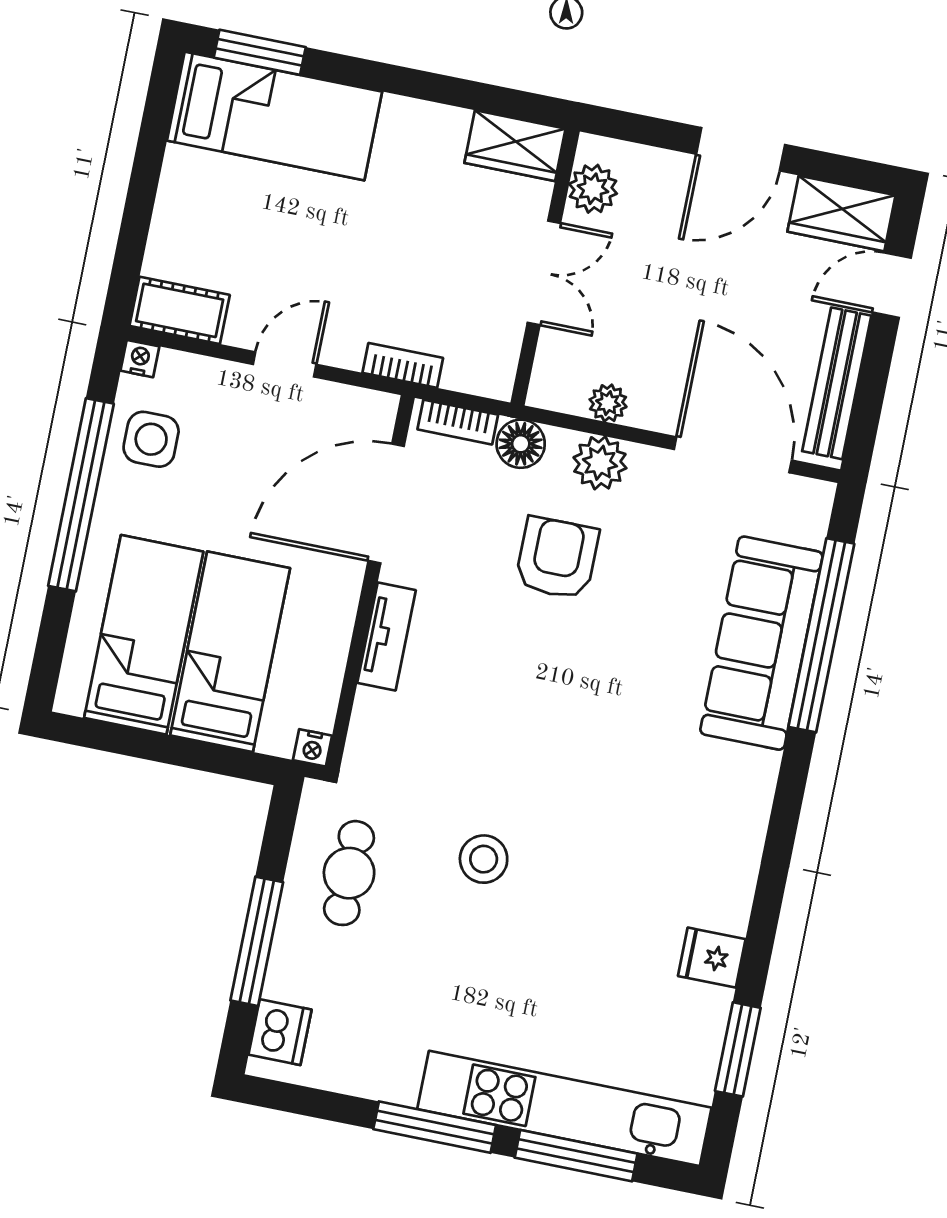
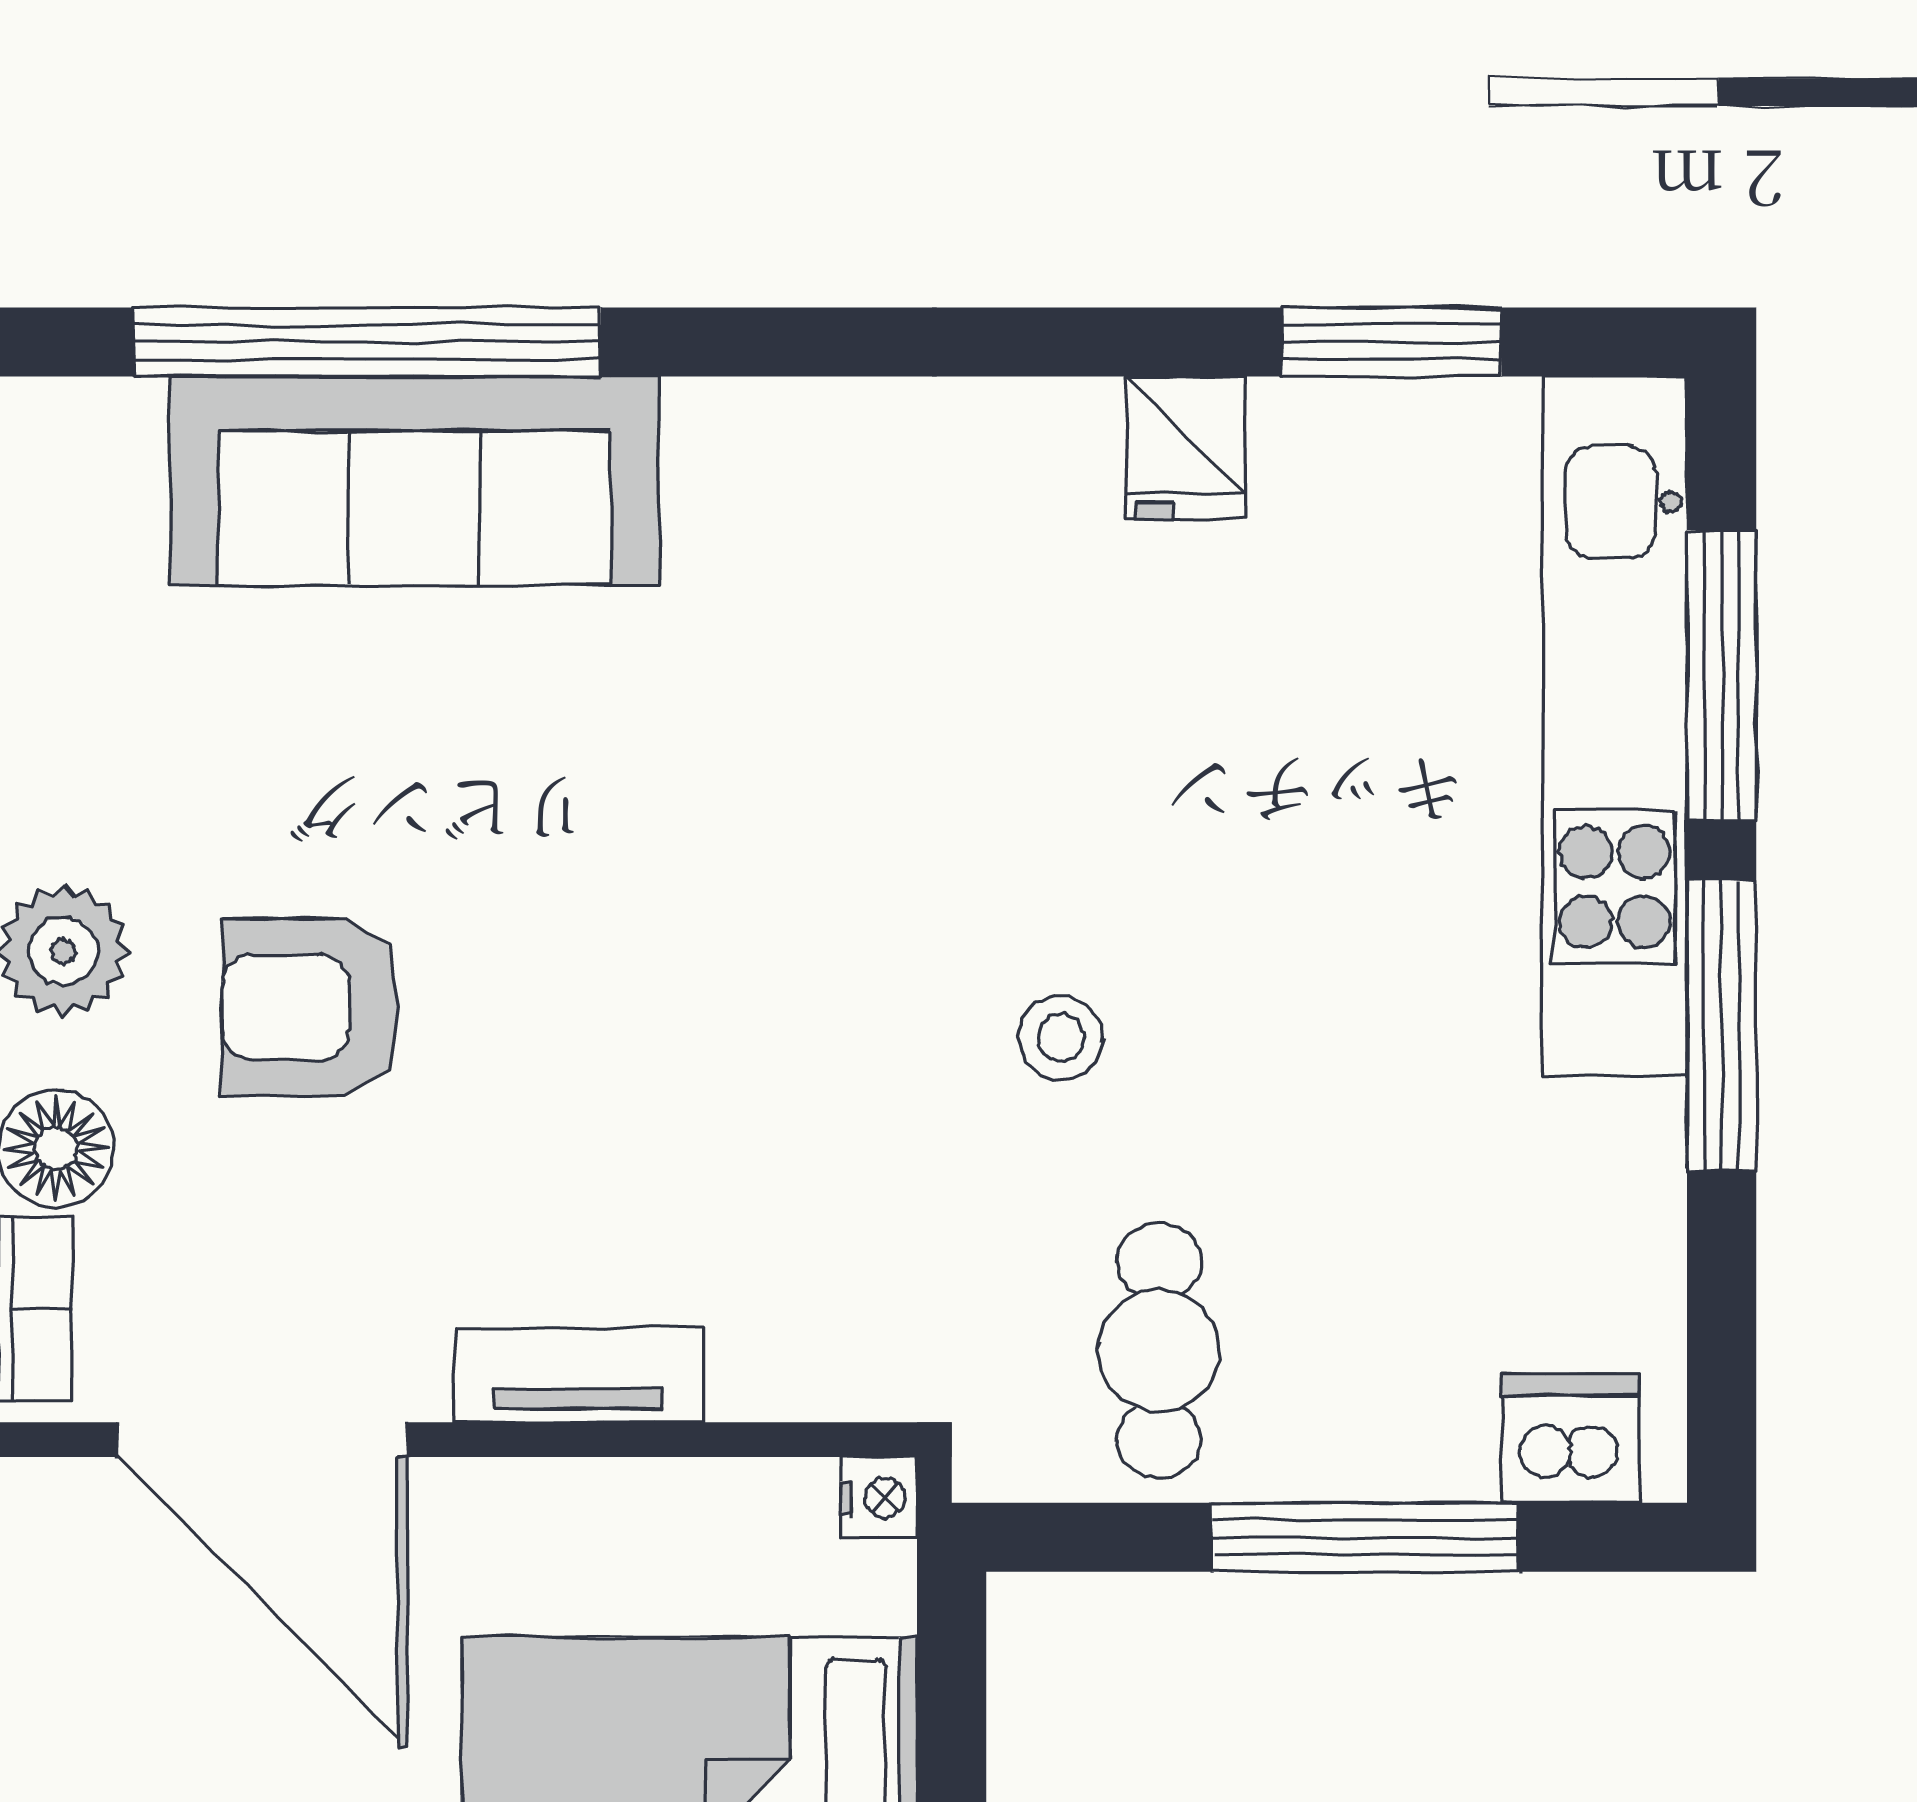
stool: (484, 859) -> (1061, 1038), width x0.73, depth x0.73
cafe table: (349, 873) -> (1159, 1351), turned 90

